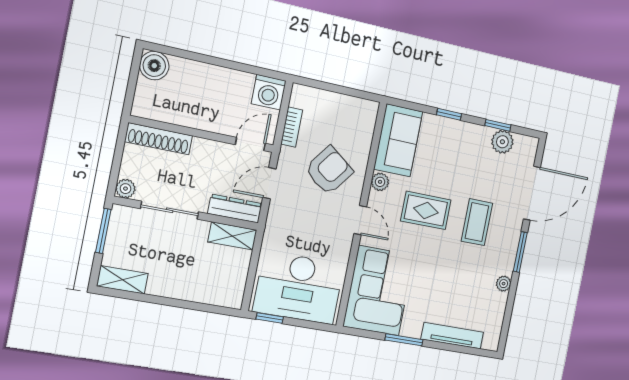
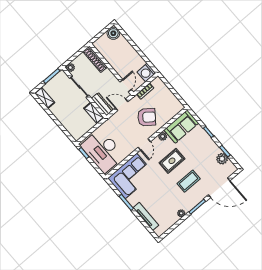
door: (250, 144) -> (126, 86), hinge flipped
rug: (426, 210) -> (172, 161), turned 90

